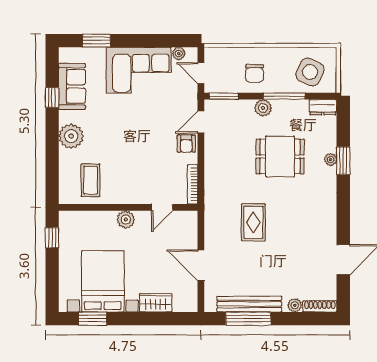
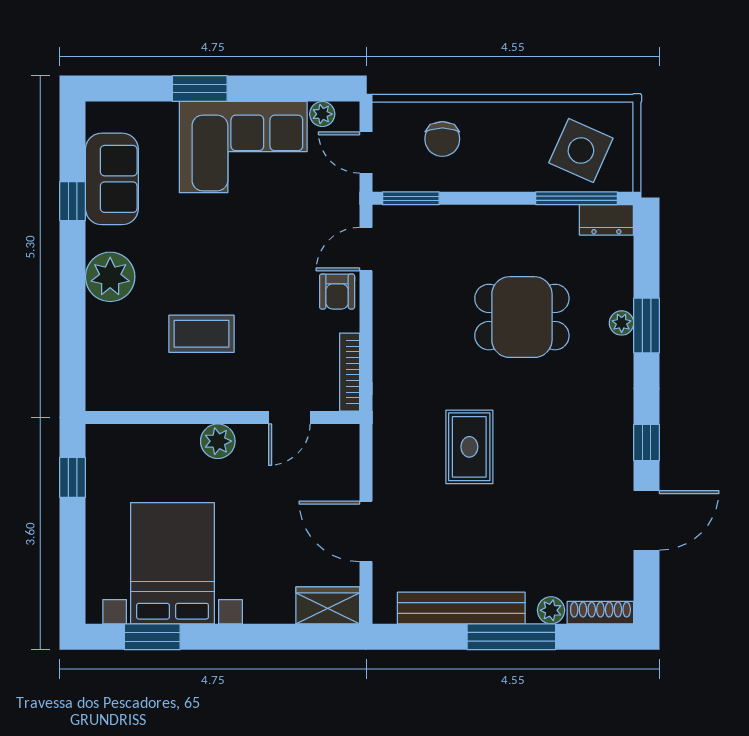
window: (96, 41) -> (200, 89), moved
chair: (255, 73) -> (442, 139), moved
window: (284, 96) -> (576, 198), moved
plant: (263, 108) -> (488, 221), removed
coffee table: (90, 180) -> (201, 334), moved, turned 90
window: (343, 220) -> (647, 442), added
wardrobe: (156, 303) -> (328, 605), moved
window: (248, 319) -> (511, 637), moved

